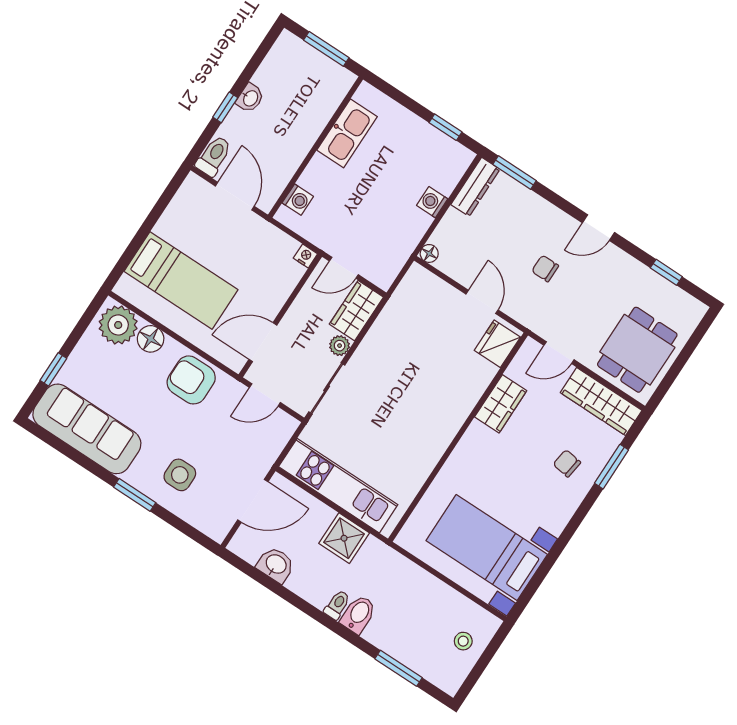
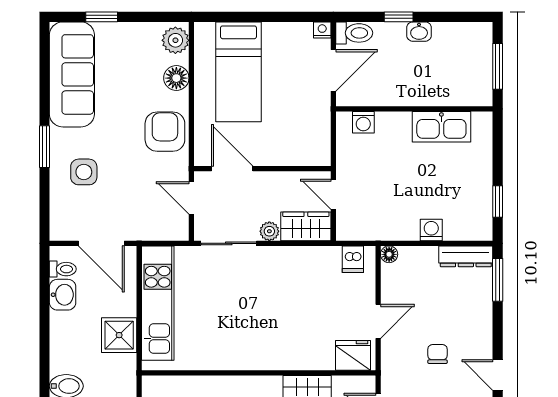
nightstand: (305, 256) -> (322, 30), moved, turned -90
dishwasher: (413, 288) -> (353, 259), added
plant: (118, 325) -> (175, 40), width x0.73, depth x0.73
toilet: (337, 605) -> (63, 269), moved

